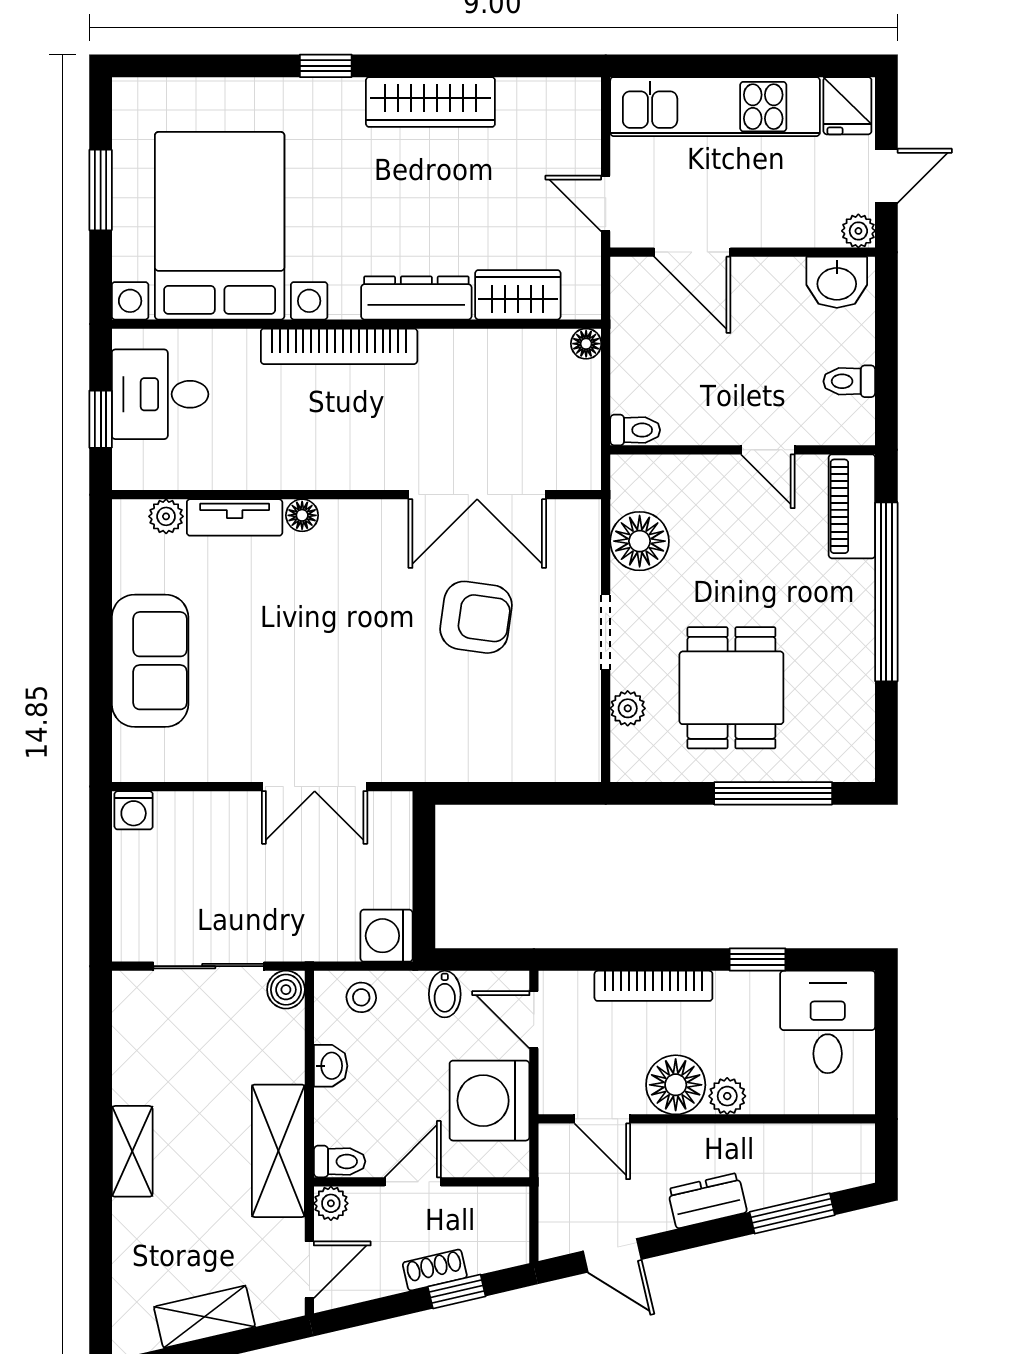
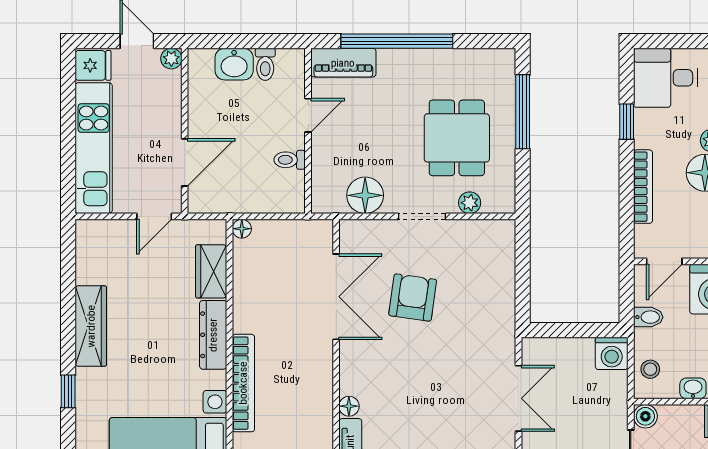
washbasin: (837, 282) -> (234, 64), moved, turned 90
toilet: (635, 430) -> (290, 160), moved, turned -90
dining table: (731, 688) -> (457, 138), turned 90

